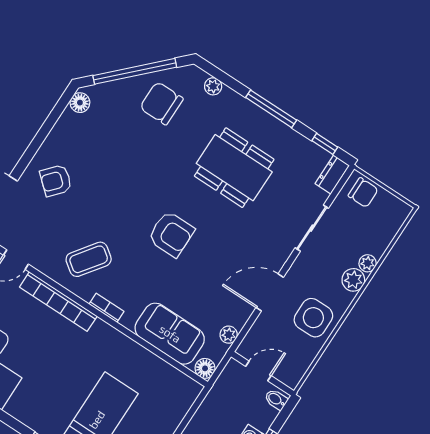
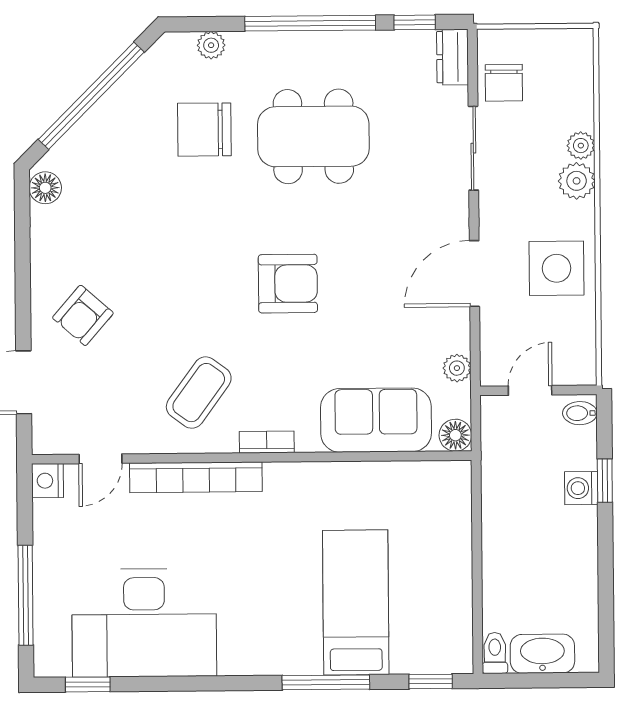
chair: (161, 103) -> (204, 130), moved
window: (271, 109) -> (310, 23), width x1.46
chair: (363, 193) -> (504, 83), moved, turned 90

